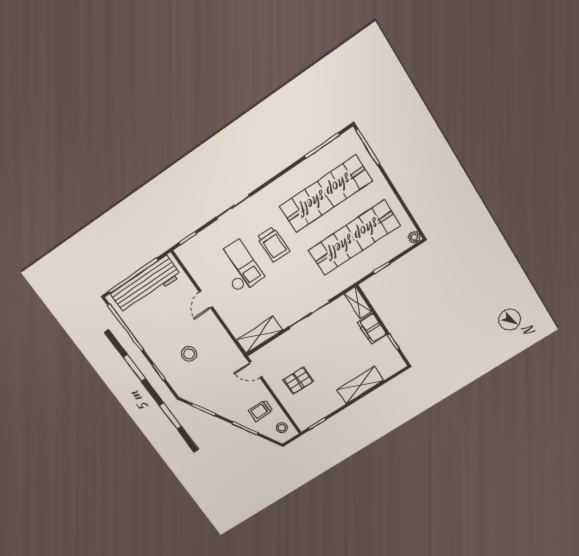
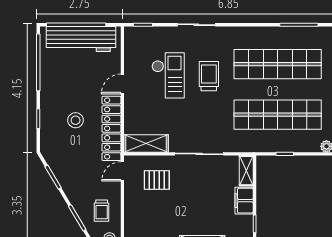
trolley: (273, 244) -> (209, 76), turned 180
locker: (223, 341) -> (111, 128), added
door: (256, 370) -> (122, 171), hinge flipped
pallet: (298, 381) -> (157, 180), moved
trolley: (261, 411) -> (102, 211), turned -90

